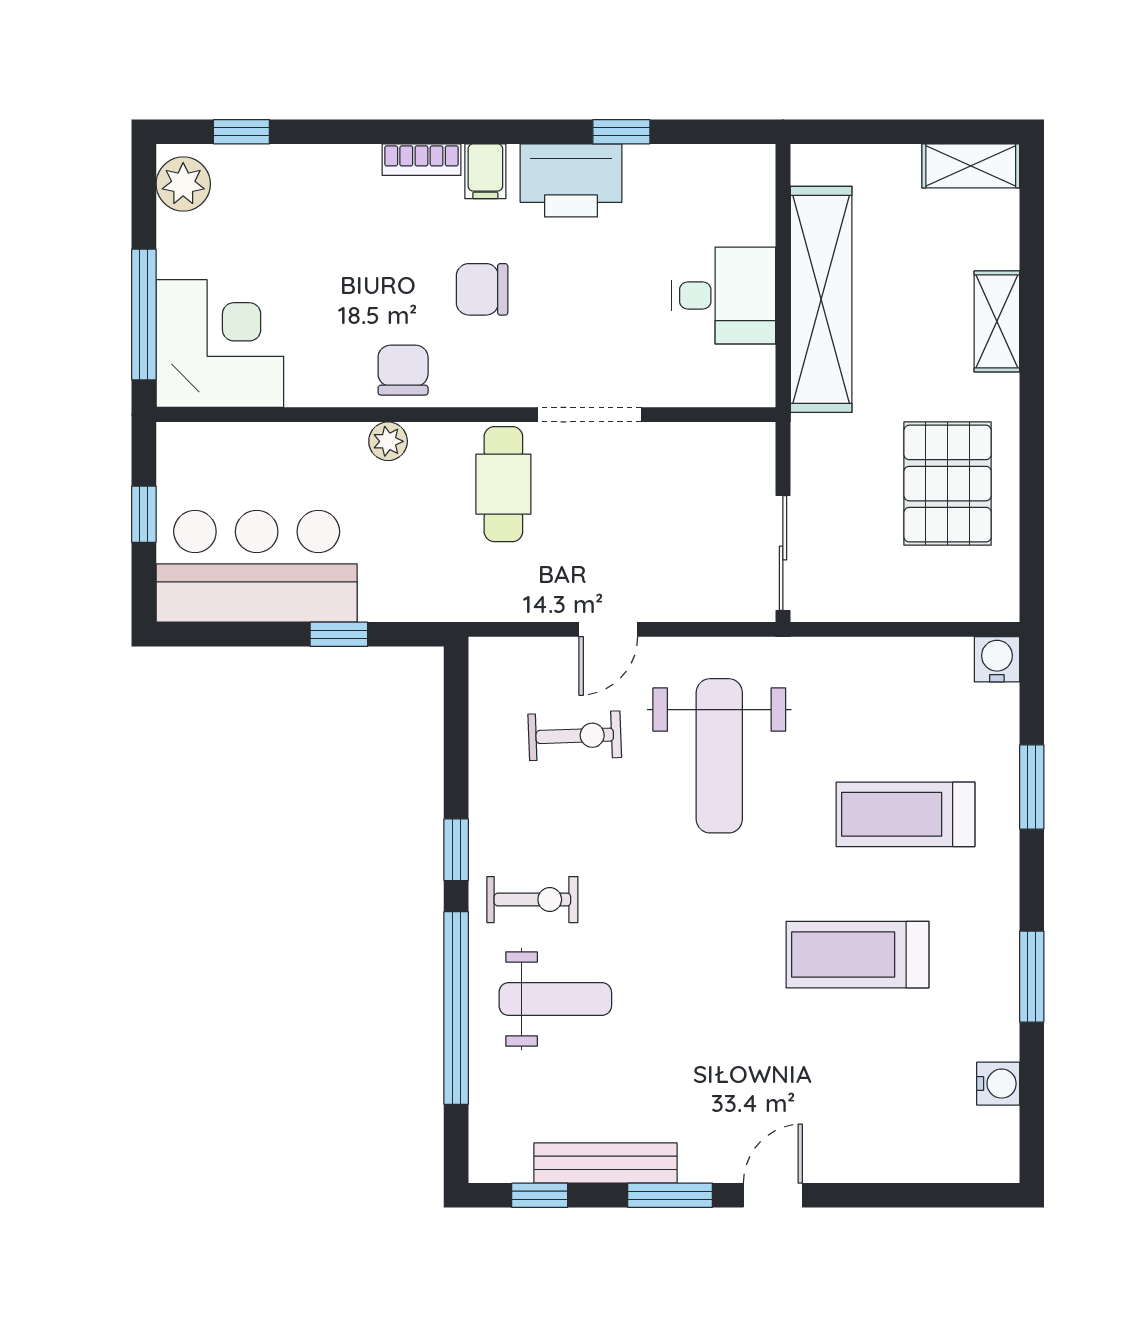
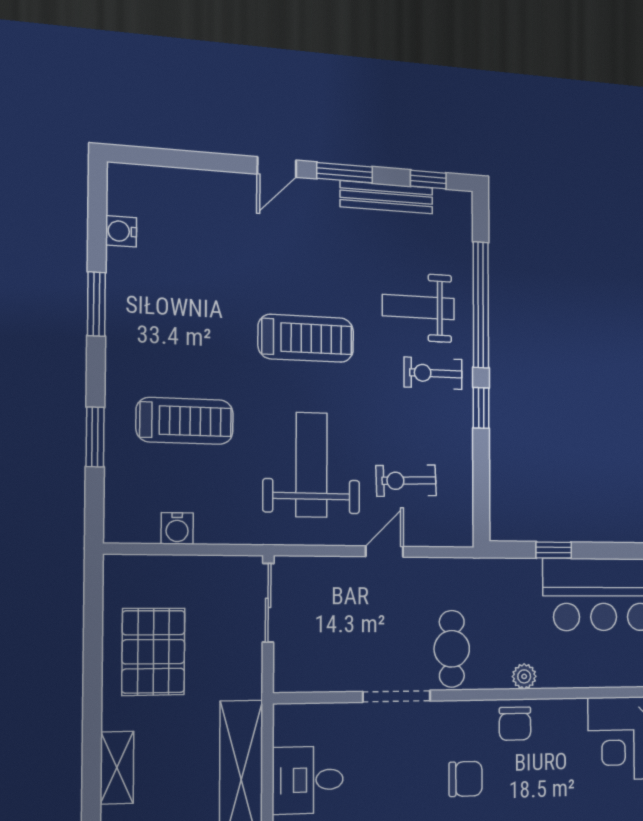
water cooler: (997, 659) -> (177, 528), moved
treadmill: (857, 955) -> (306, 338), moved

